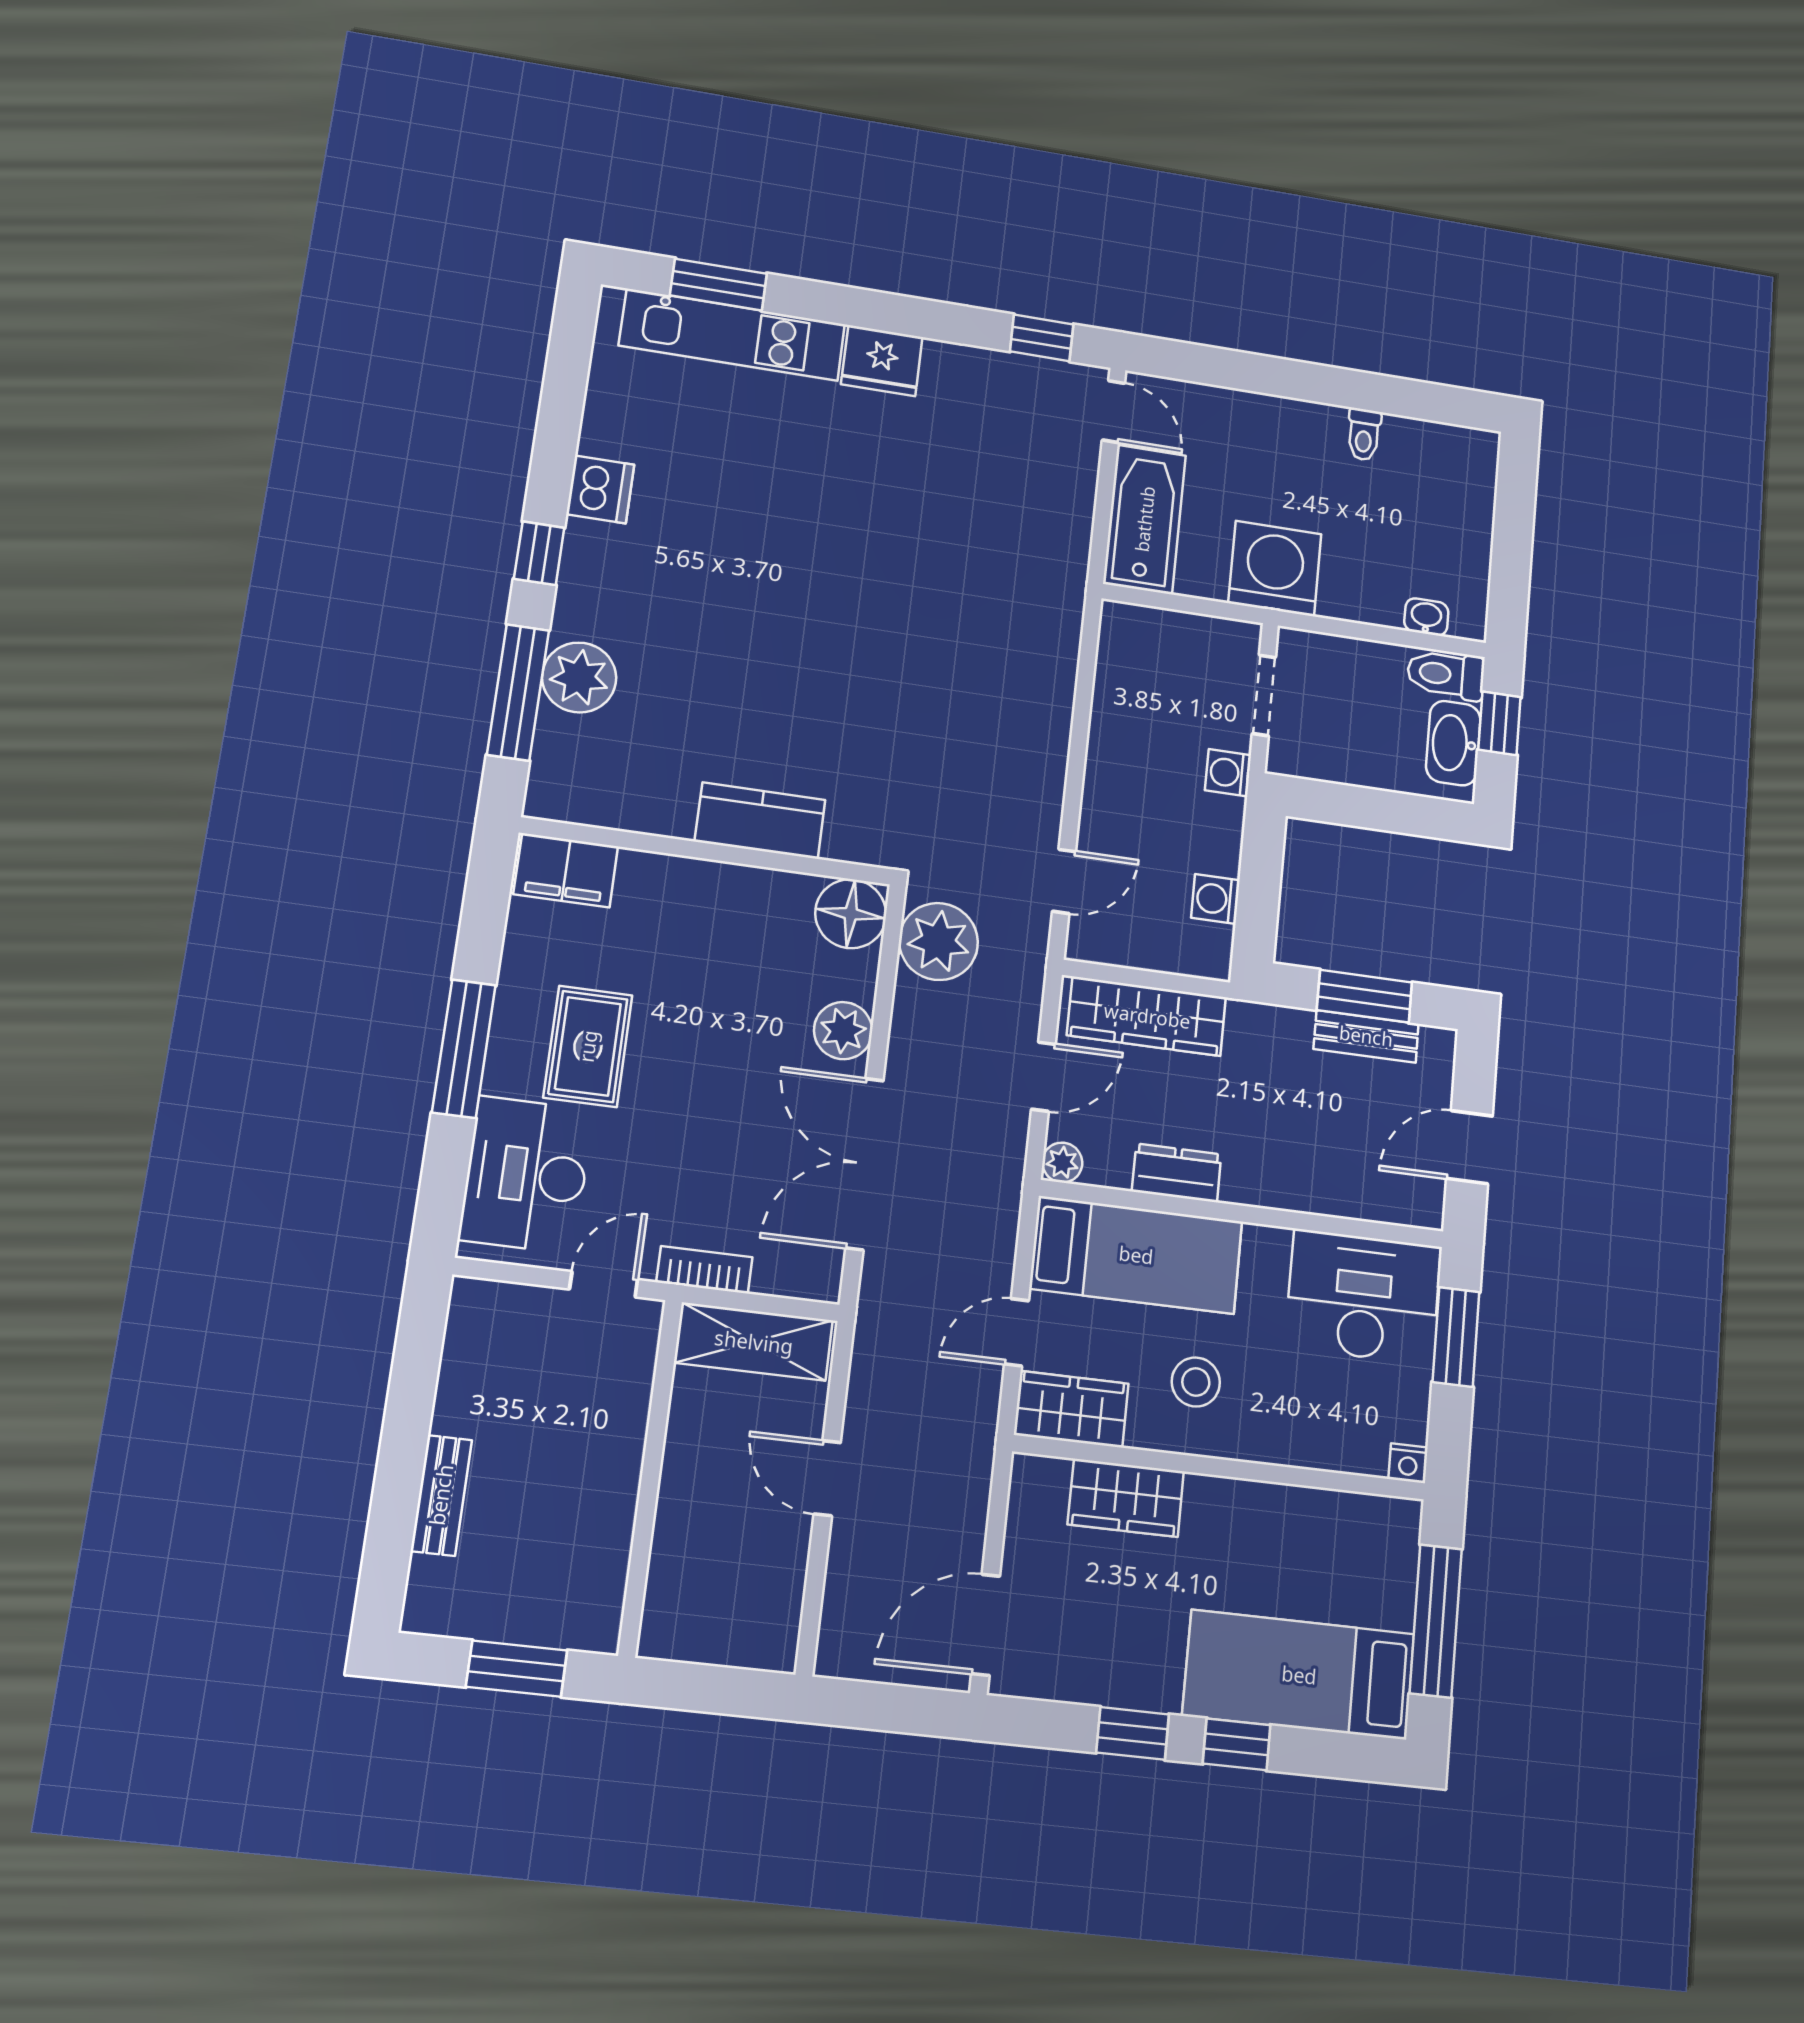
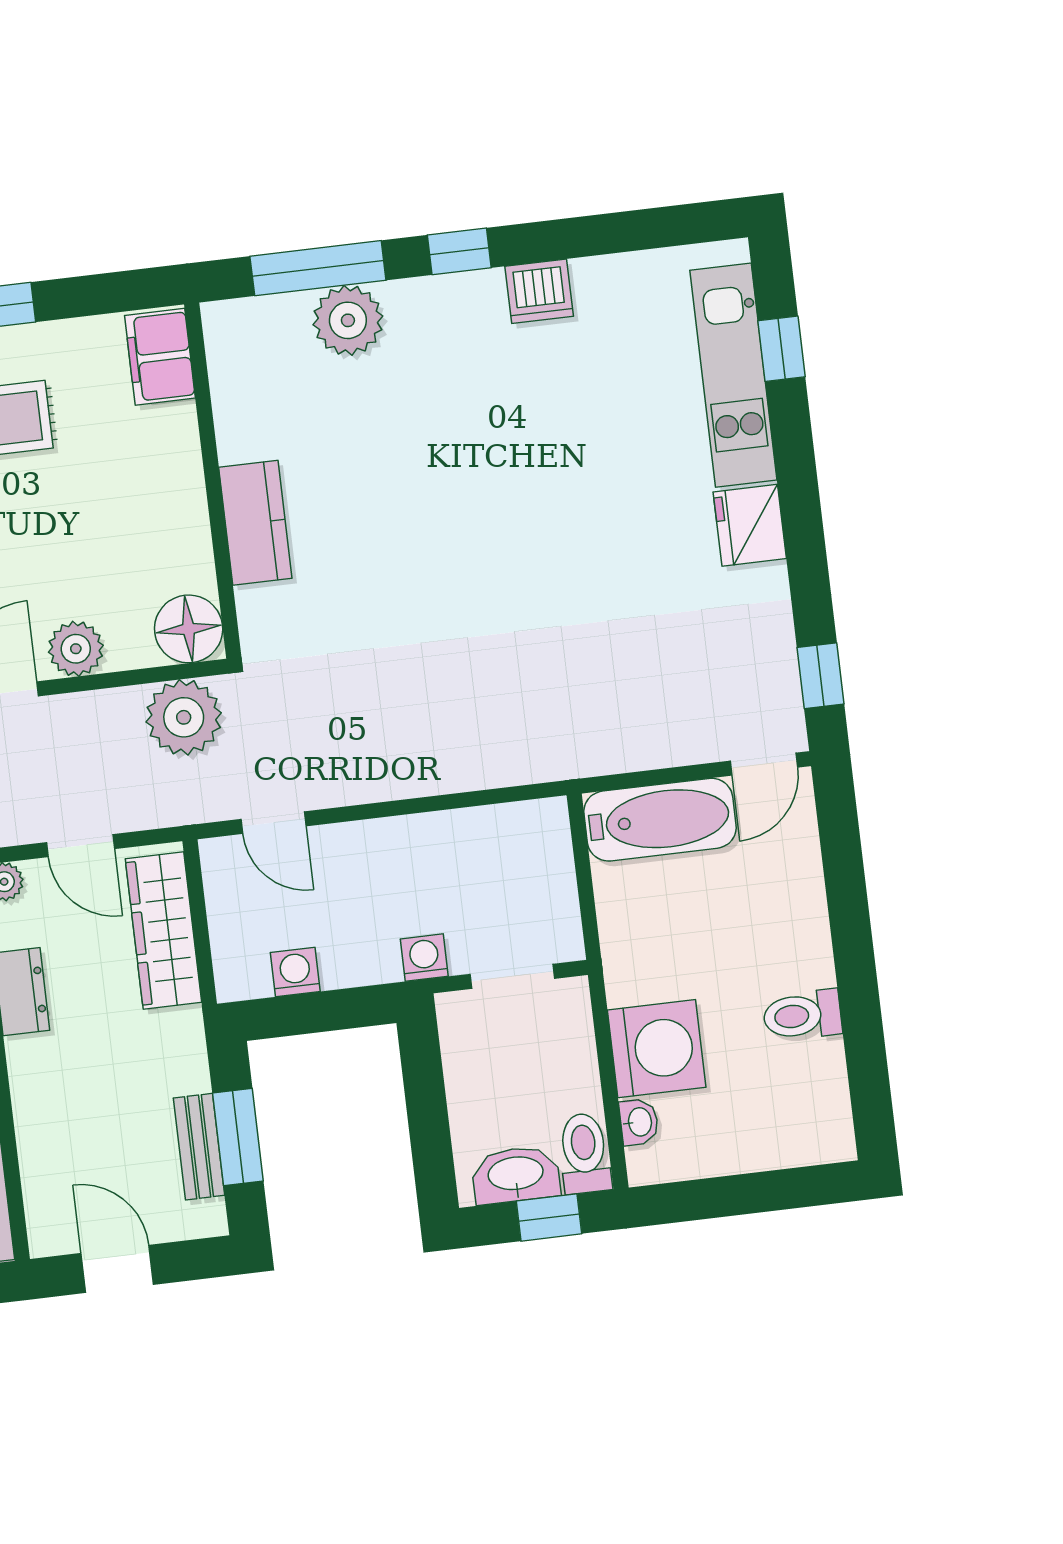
window: (718, 285) -> (782, 349), width x0.67
toilet: (1364, 434) -> (802, 1015), width x1.37, depth x1.39
washing machine: (1275, 569) -> (657, 1049), moved

